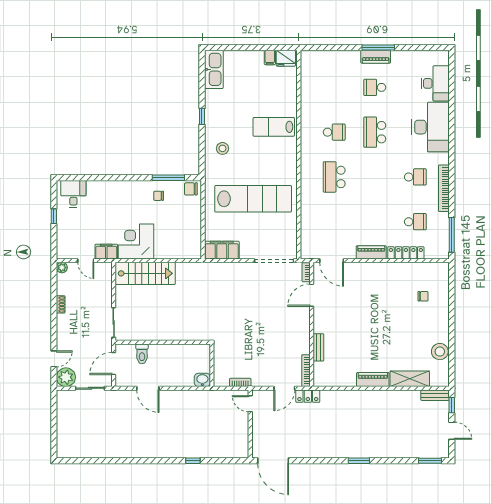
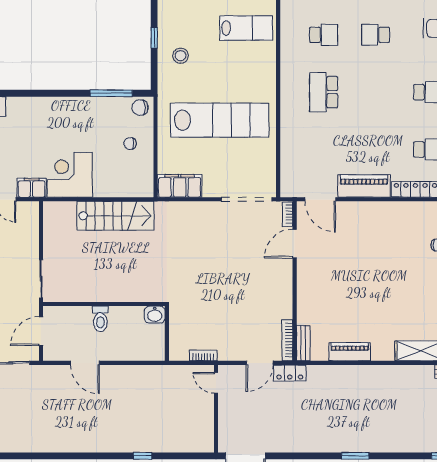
window: (202, 116) -> (154, 38), moved
lab bench: (274, 127) -> (246, 28), turned 180
school desk: (375, 132) -> (376, 35), width x0.54
chair: (159, 196) -> (130, 144), moved
piano: (371, 252) -> (364, 186), width x1.37, depth x1.33
stairs: (145, 273) -> (115, 216), moved
bench: (318, 347) -> (303, 343), moved
toilet: (142, 354) -> (100, 319), moved
washbasin: (202, 380) -> (155, 315), moved, turned 180
piano: (373, 380) -> (350, 352), moved

